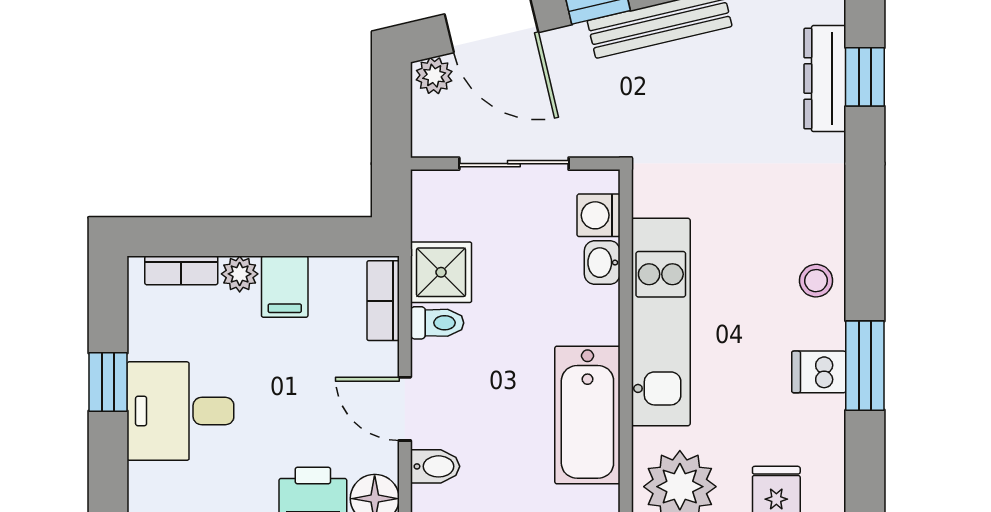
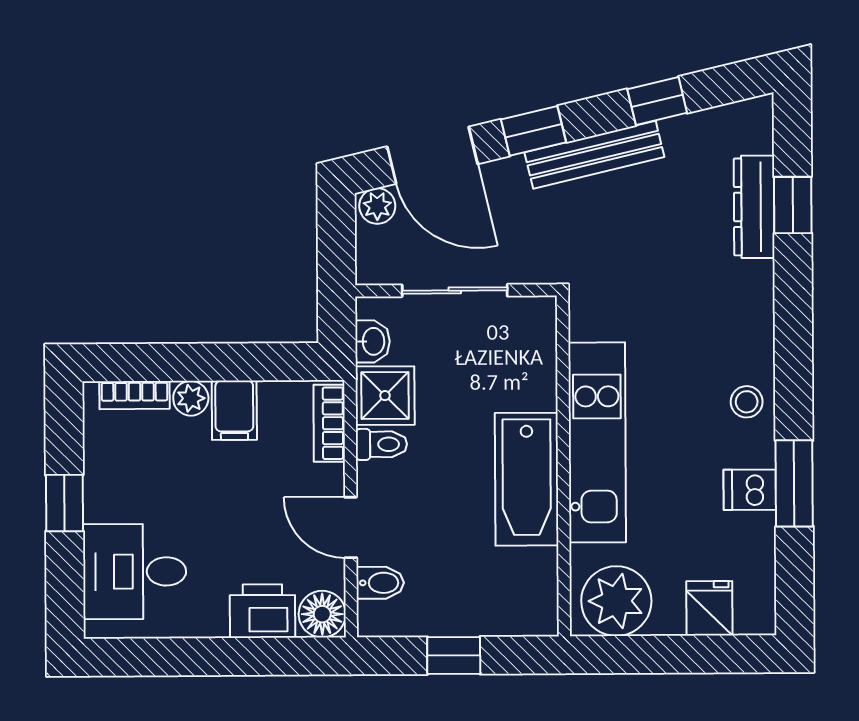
washing machine: (599, 215) -> (537, 340), removed
washbasin: (602, 263) -> (372, 341), moved, turned 180
desk: (180, 411) -> (135, 572), moved
bathtub: (587, 415) -> (527, 479), moved

